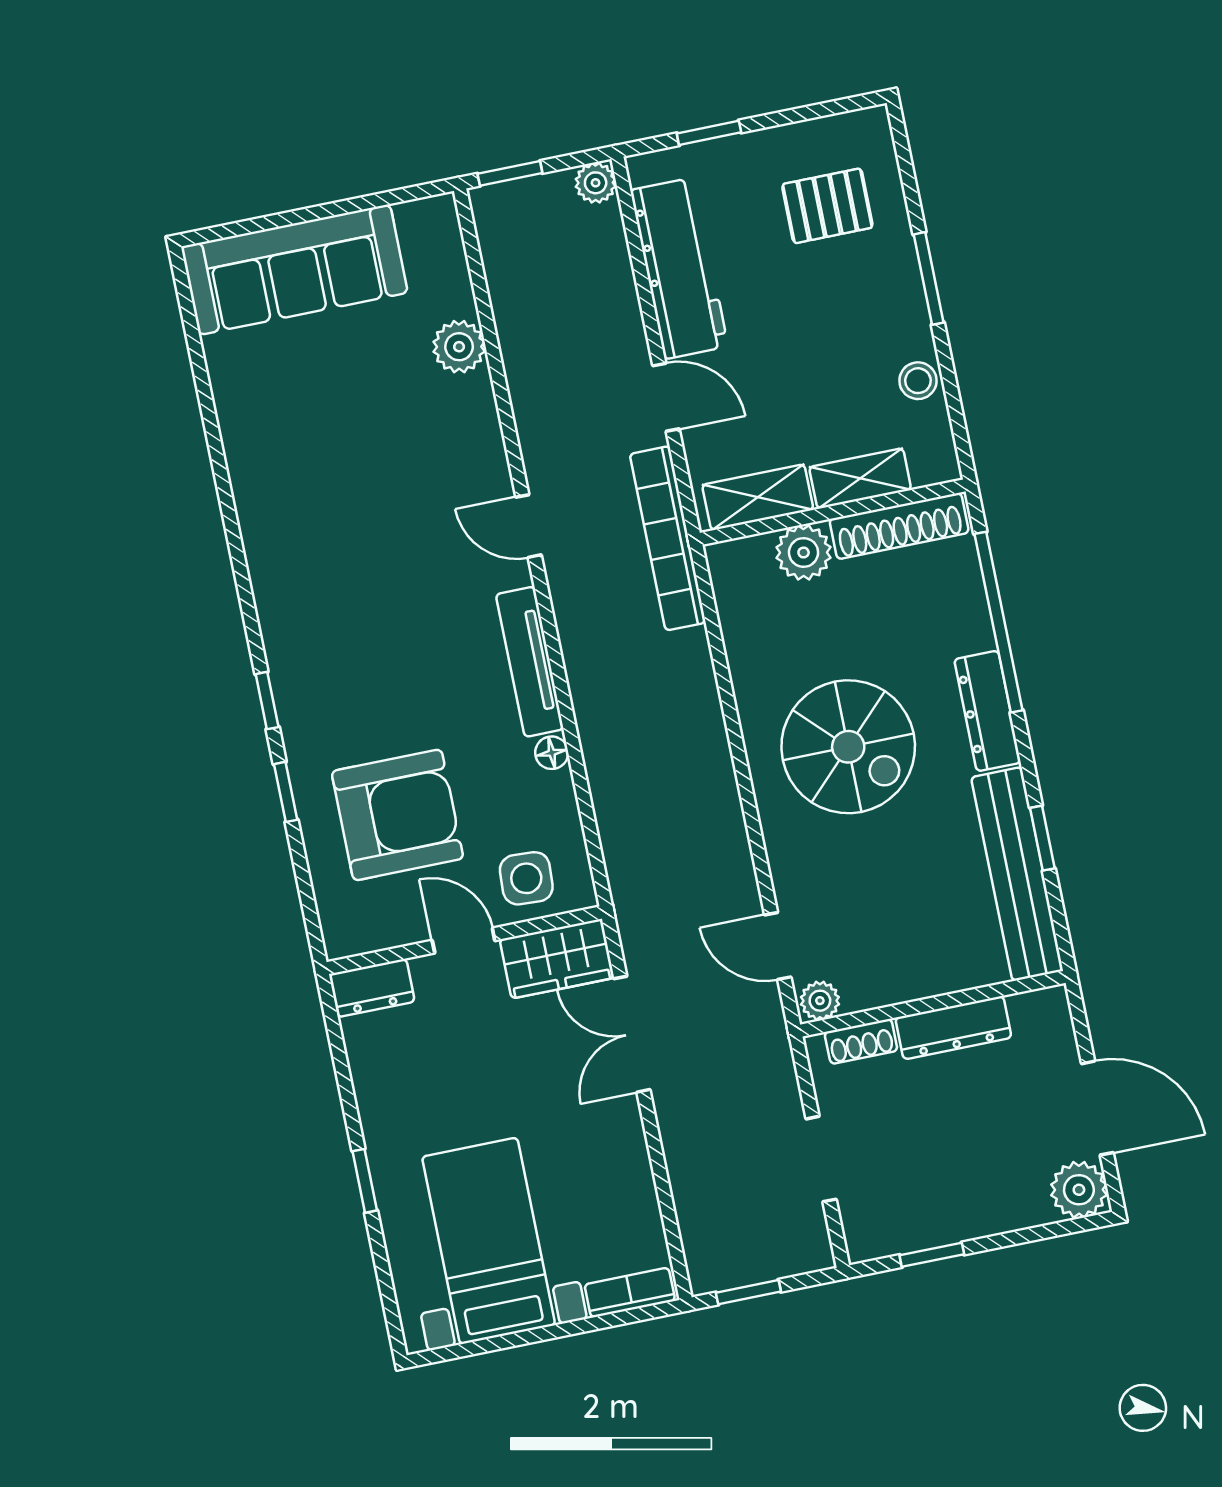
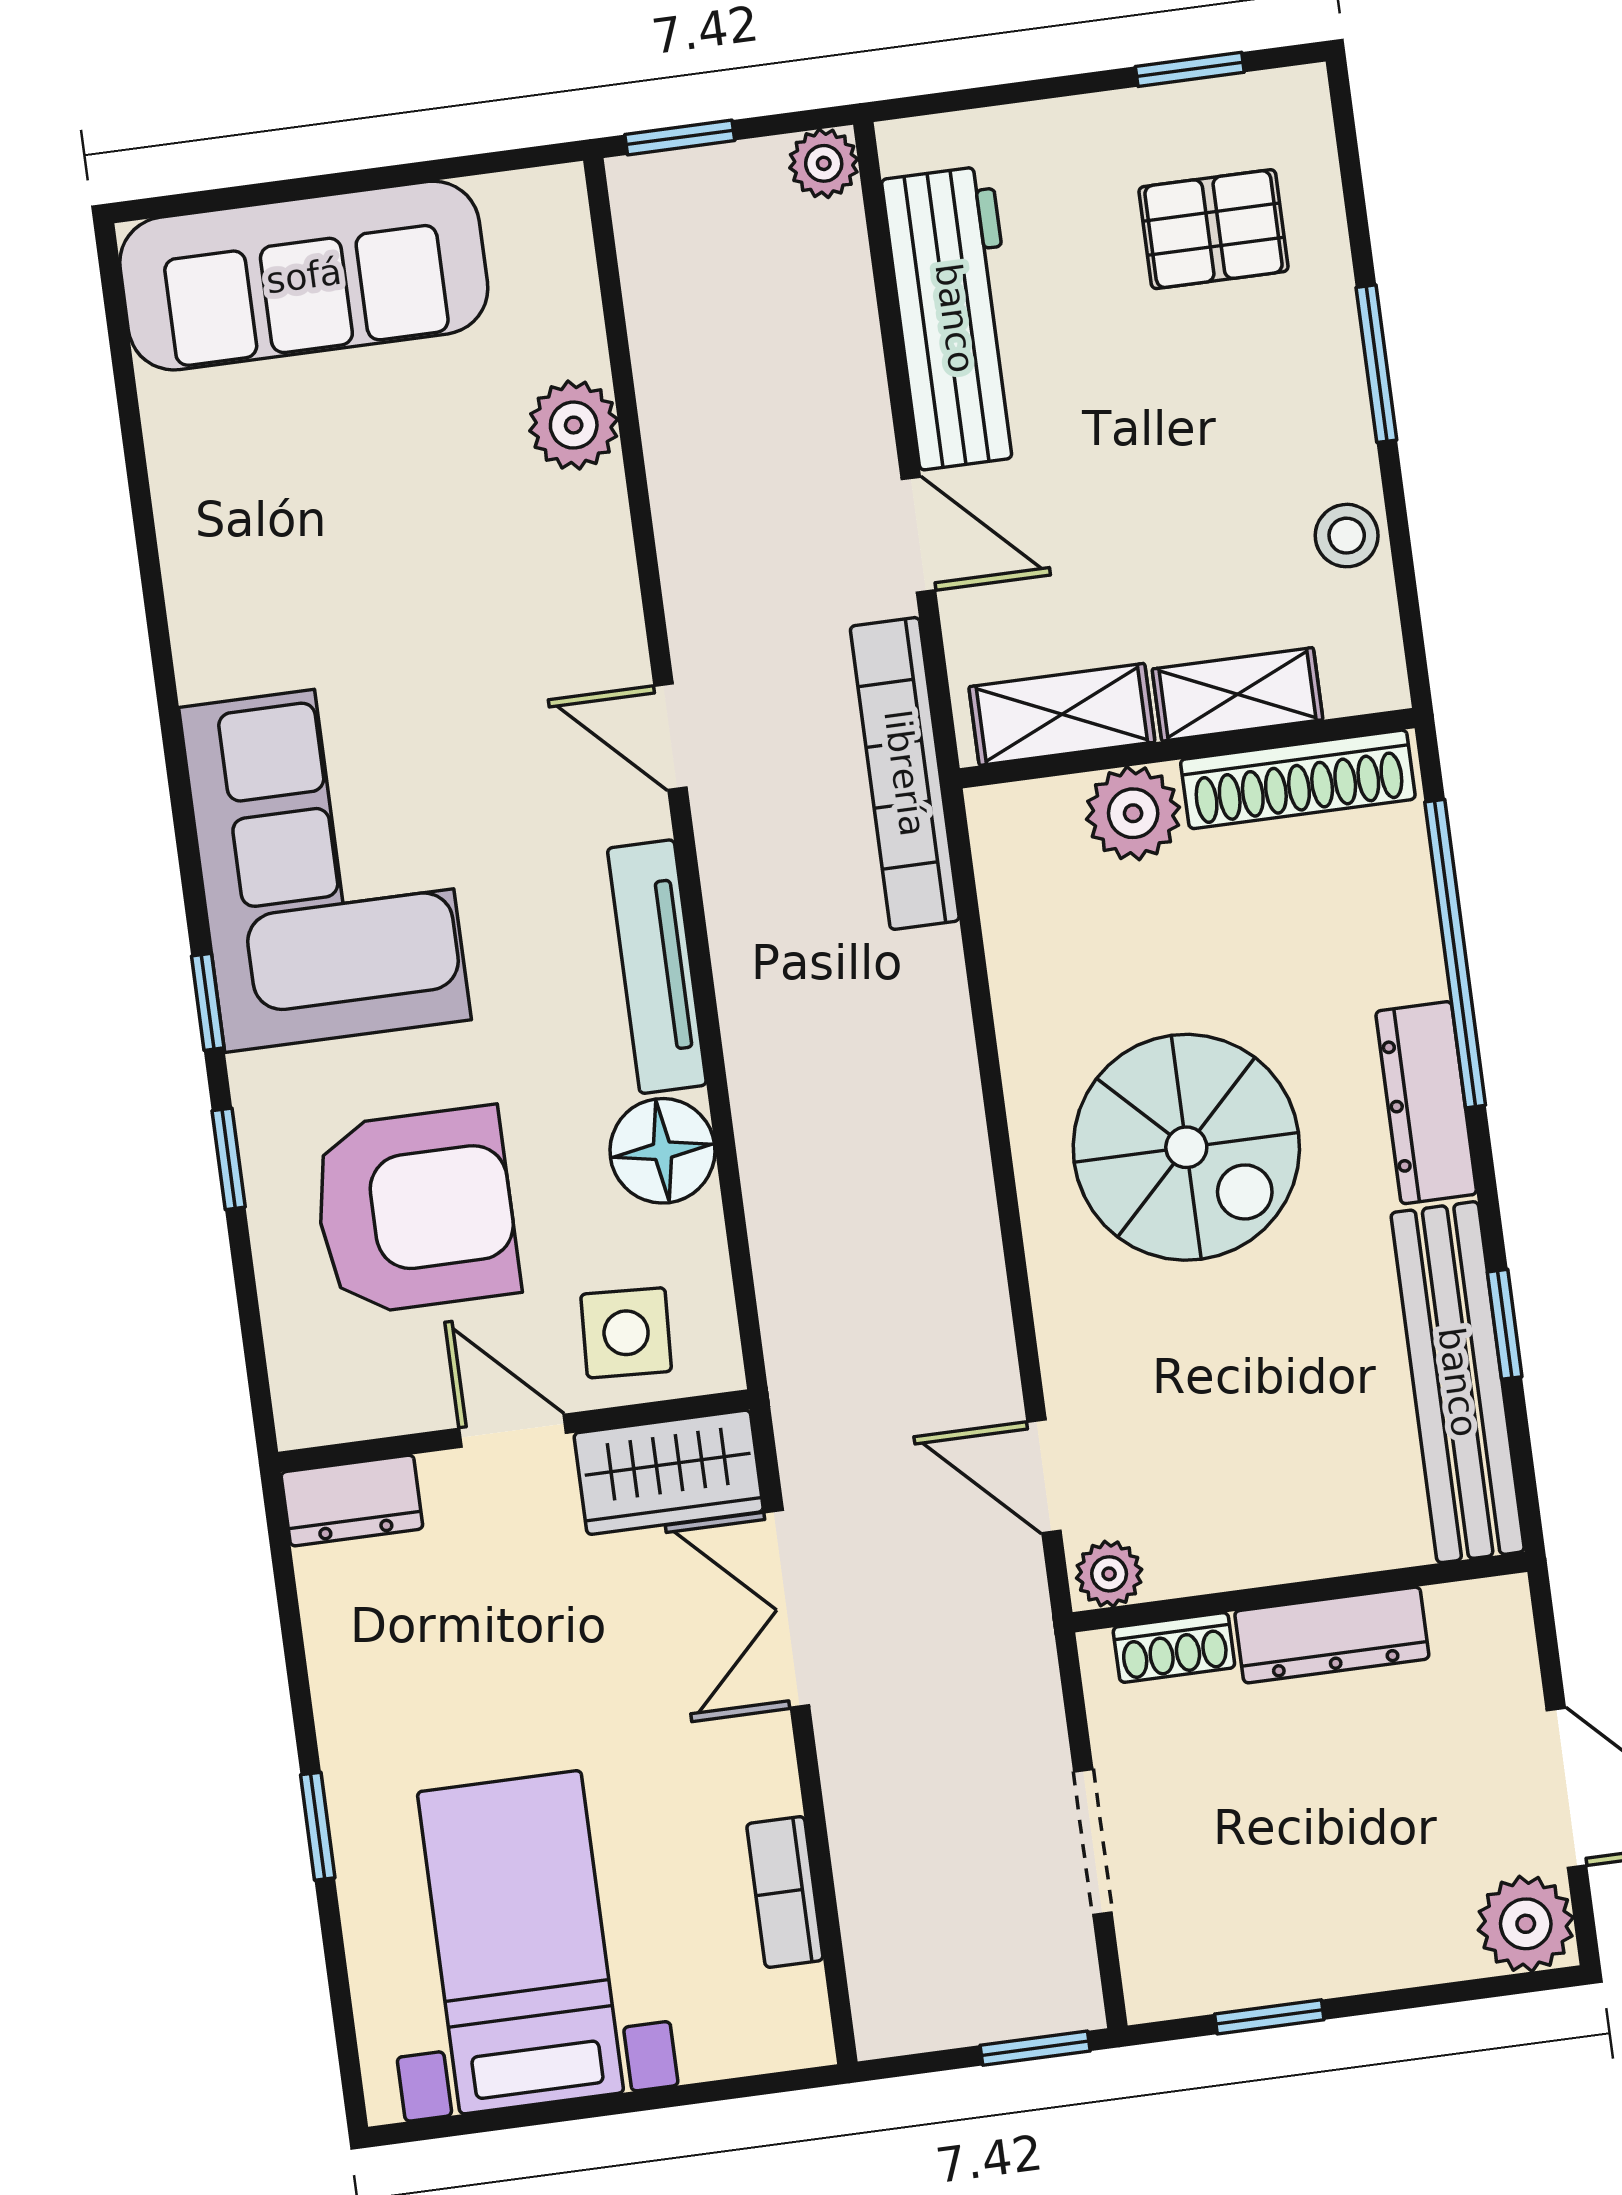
window: (709, 133) -> (1190, 69), moved
corner sofa: (330, 614) -> (325, 864), added
floor lamp: (552, 753) -> (662, 1151), width x1.89, depth x1.89
window: (748, 1292) -> (1035, 2048), moved
bookcase: (630, 1293) -> (785, 1892), moved, turned -90

